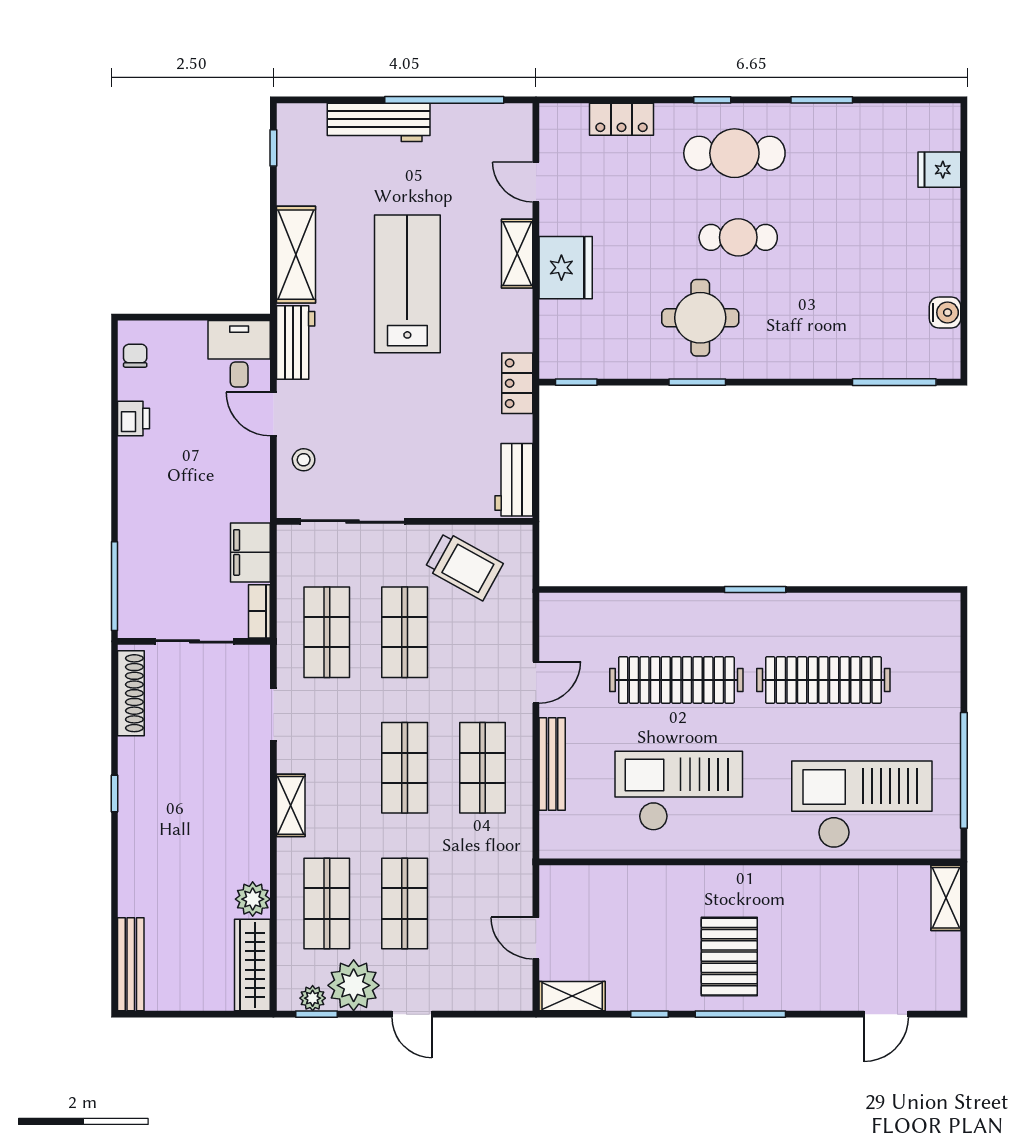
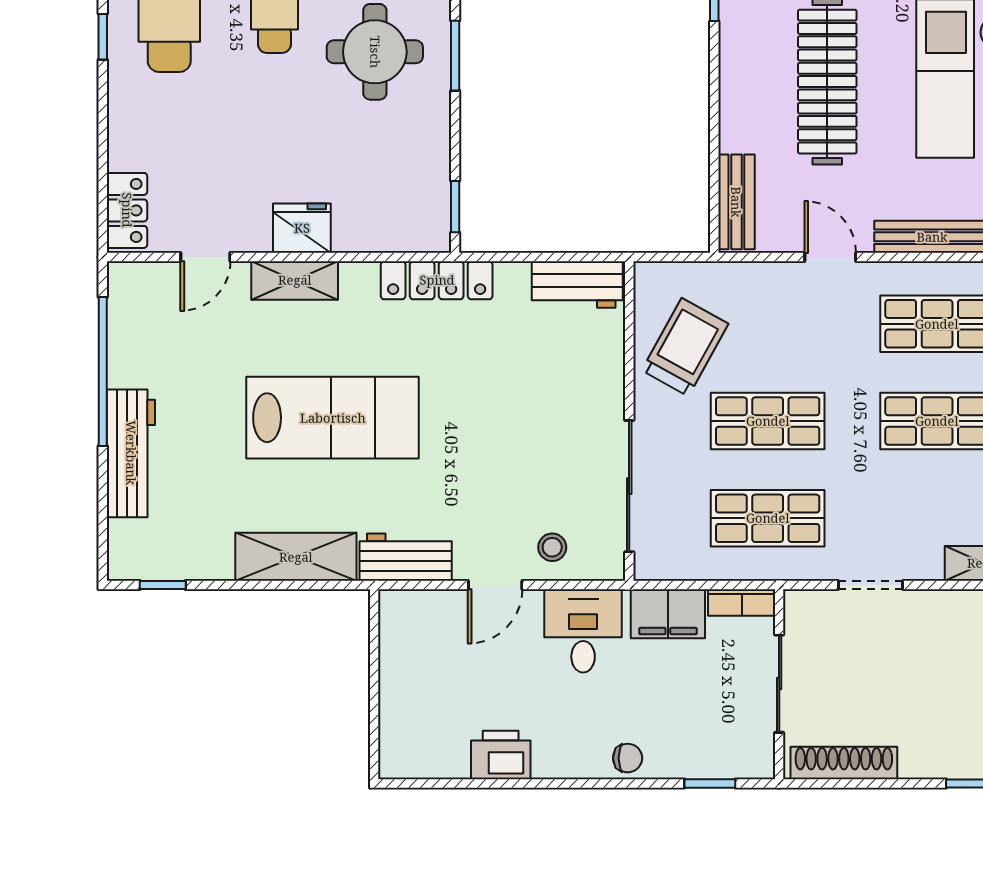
locker: (621, 119) -> (127, 210), moved
fridge: (566, 268) -> (302, 228), width x0.73, depth x0.75
lab bench: (407, 284) -> (333, 418), turned 180
desk: (239, 354) -> (583, 631), moved, turned 90
chair: (135, 356) -> (628, 758), moved, turned 180
locker: (517, 383) -> (437, 280), width x1.53
printer: (134, 419) -> (501, 755), width x1.36, depth x1.24
window: (114, 586) -> (710, 783), width x0.46
bench: (580, 607) -> (736, 202), added

